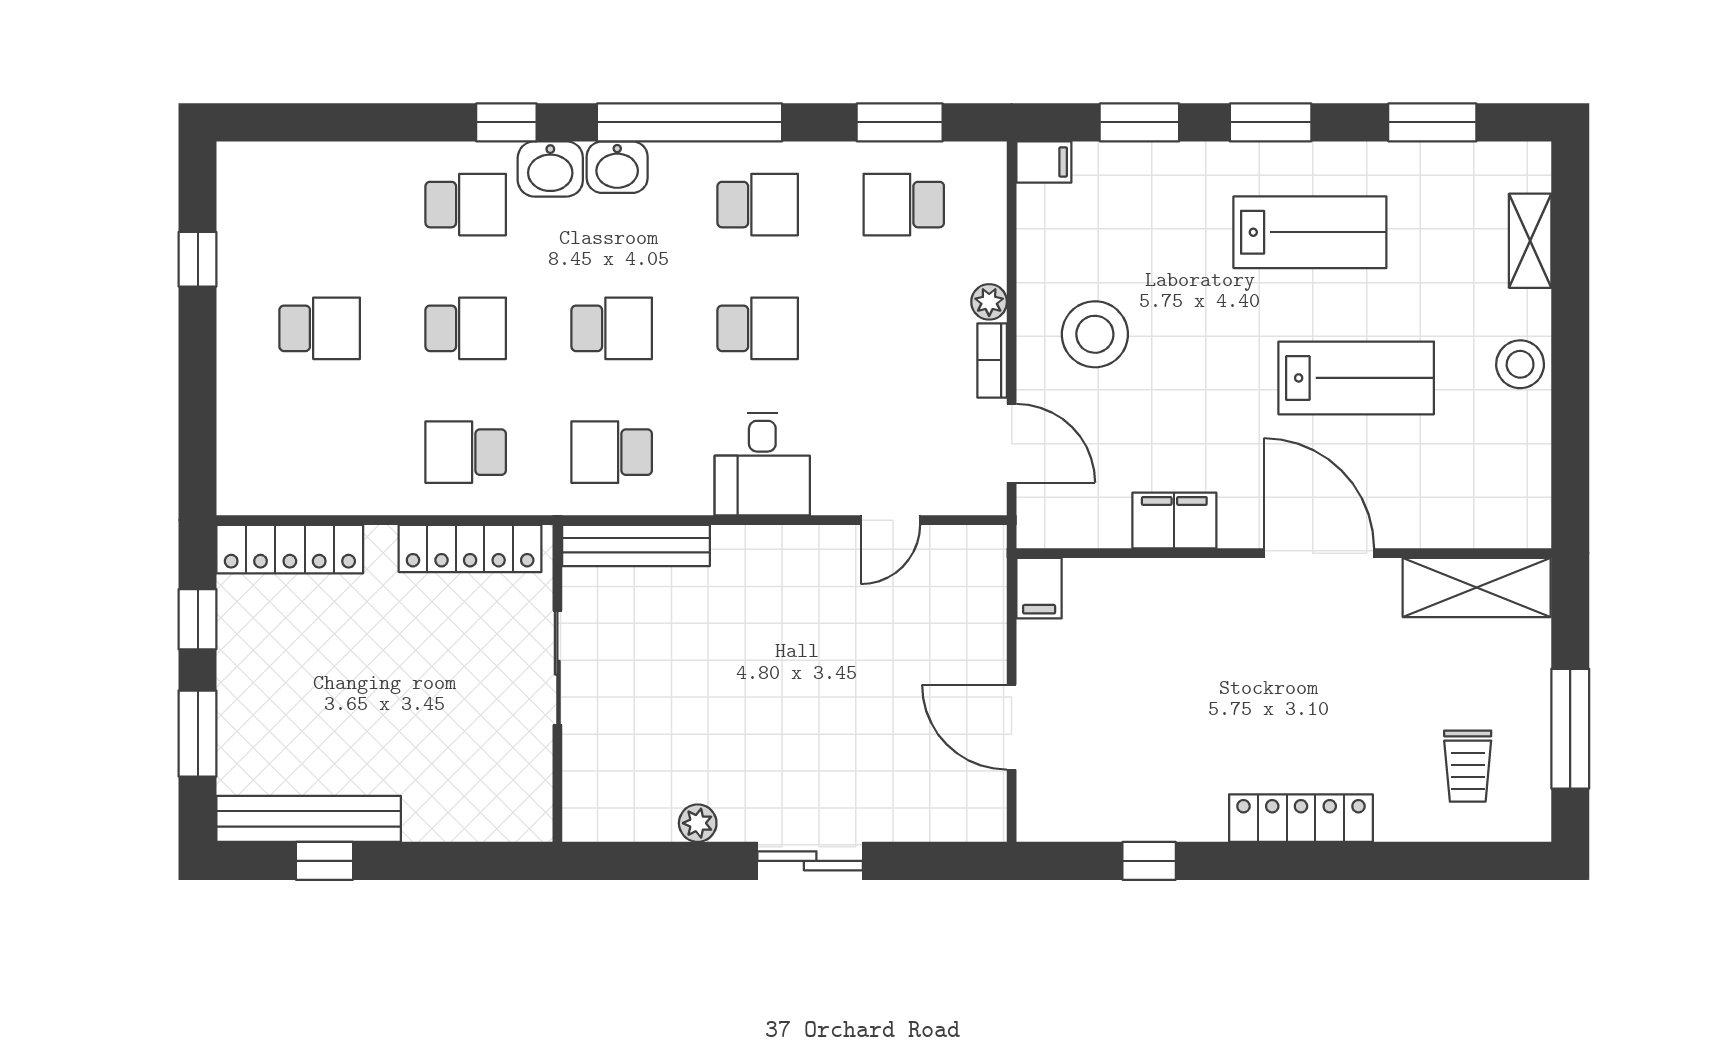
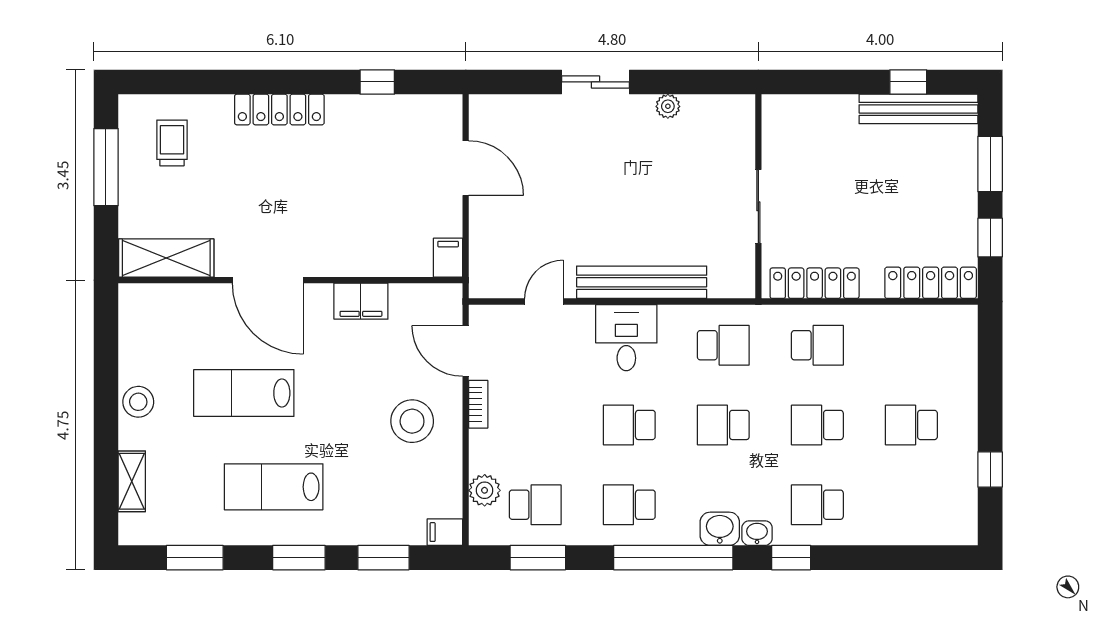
washbasin: (550, 169) -> (757, 533), width x0.72, depth x0.69
plant: (989, 302) -> (485, 490), moved, width x1.38, depth x1.38
bench: (636, 545) -> (642, 282), moved, width x1.37, depth x1.21

